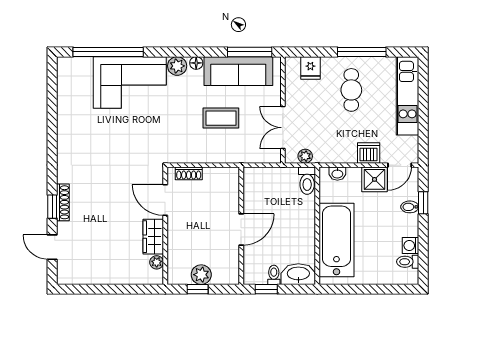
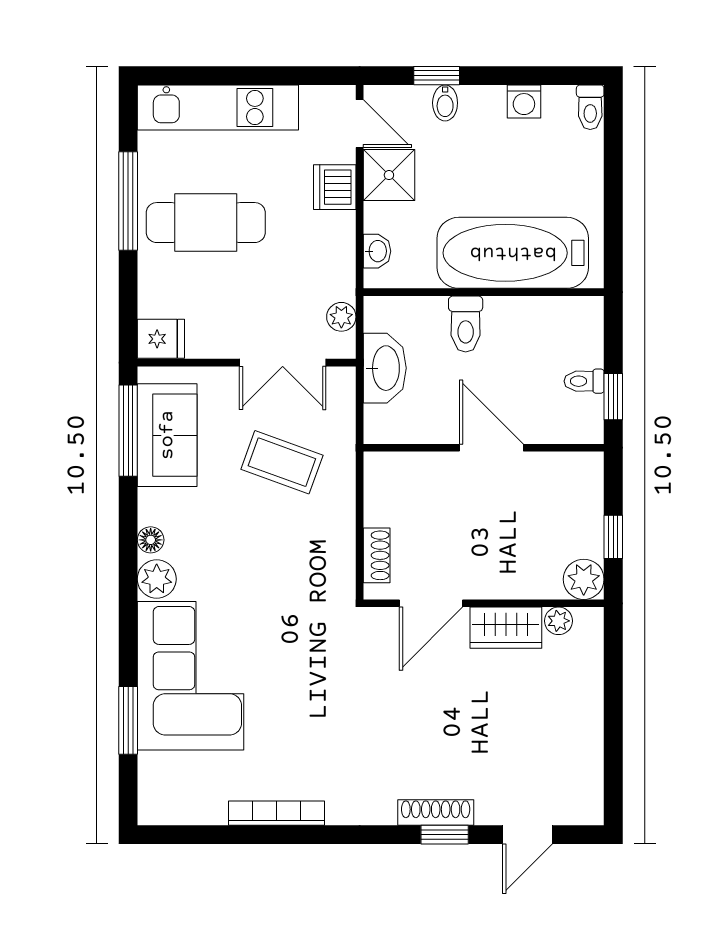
window: (108, 52) -> (128, 720), width x0.47
fridge: (310, 68) -> (161, 339), moved
sofa: (238, 71) -> (167, 435), width x0.73
cafe table: (351, 90) -> (206, 223), width x1.37, depth x1.35
coffee table: (221, 118) -> (282, 462), moved, turned -70
bookcase: (63, 125) -> (277, 813), added
toilet: (307, 181) -> (466, 324), moved, turned 90
toilet: (408, 262) -> (590, 107), moved
washbasin: (298, 274) -> (385, 368), moved, turned 180
plant: (201, 275) -> (584, 579), moved

